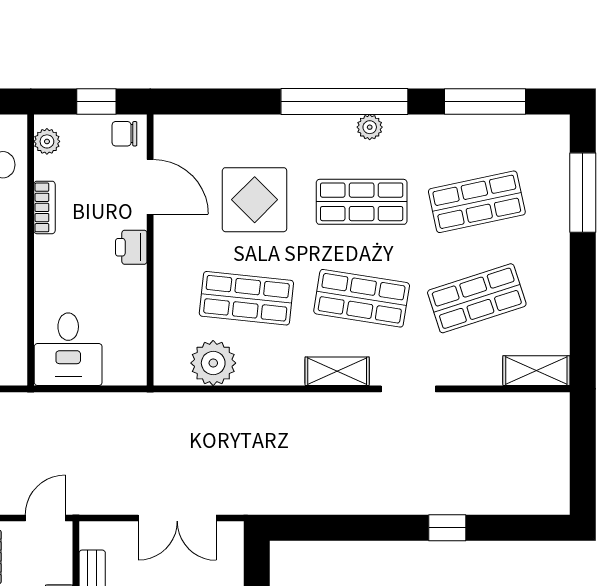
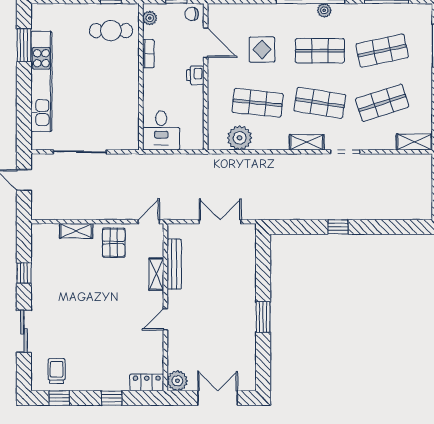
display table: (255, 200) -> (262, 50), width x0.73, depth x0.73
double door: (177, 518) -> (220, 222), swing flipped
window: (447, 528) -> (338, 227), moved

